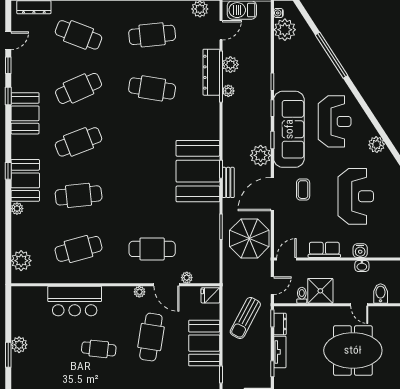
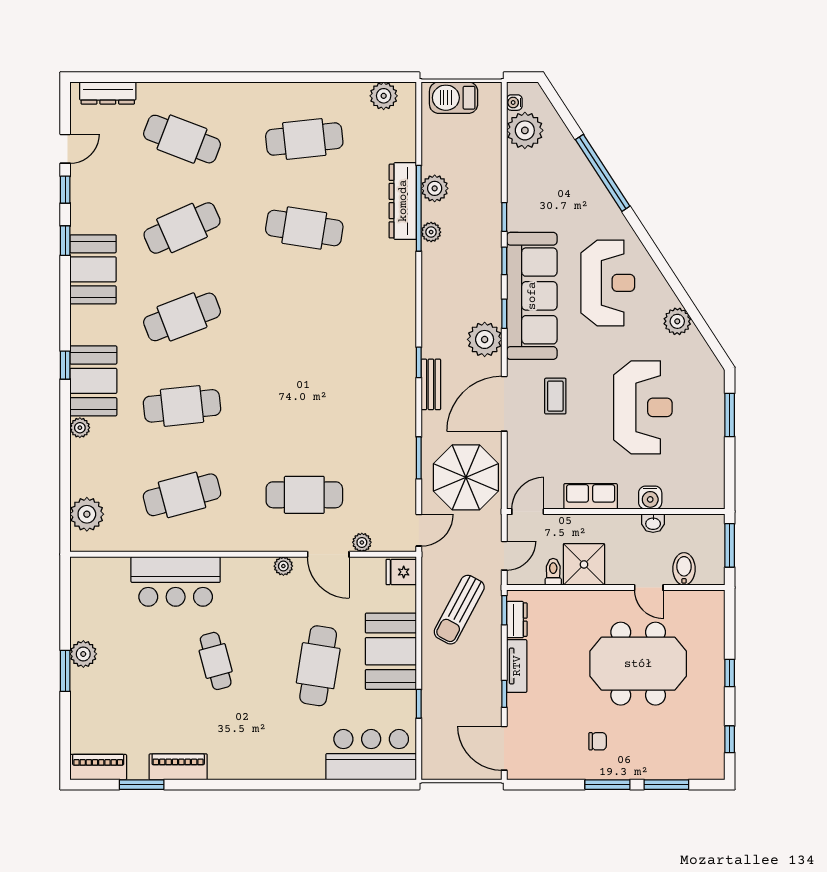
door: (221, 30) -> (419, 530), moved
booth: (198, 171) -> (380, 365), removed
cafe table: (151, 337) -> (318, 666), moved
cafe table: (99, 349) -> (216, 661), turned 69

